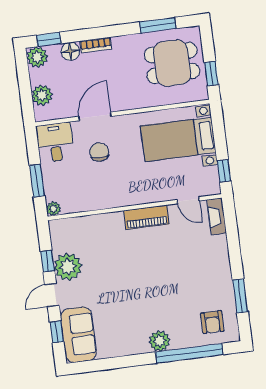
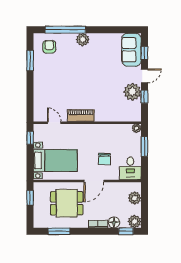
dining table: (172, 63) -> (67, 203), moved
door: (95, 116) -> (94, 181), moved
fireplace: (217, 216) -> (38, 111), removed

